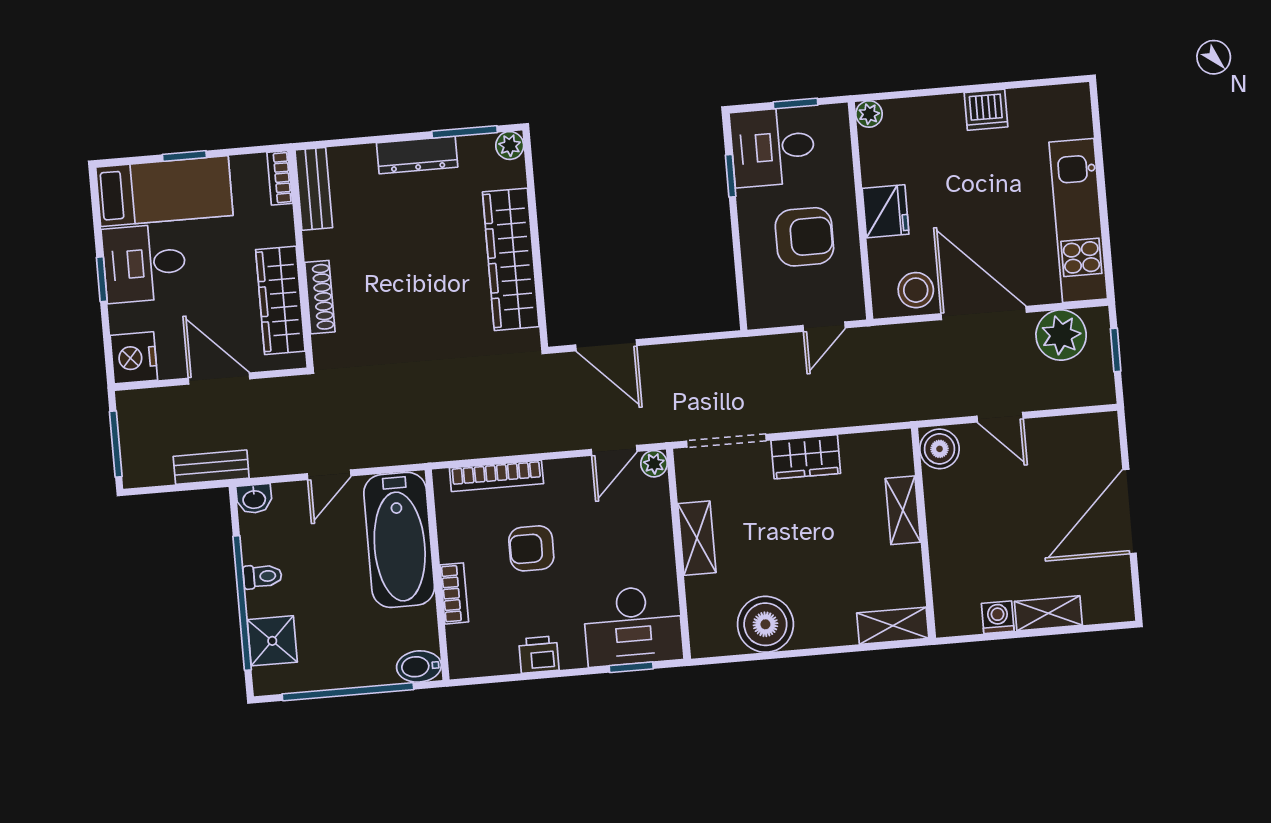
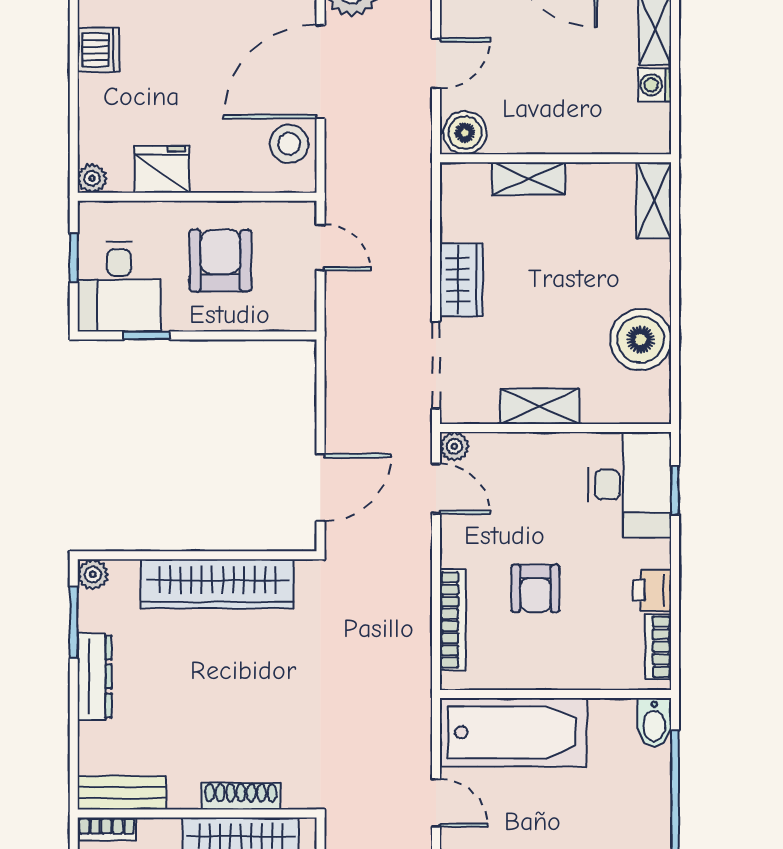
fridge: (886, 211) -> (162, 169), moved
bookcase: (454, 593) -> (658, 647), moved, turned -90

